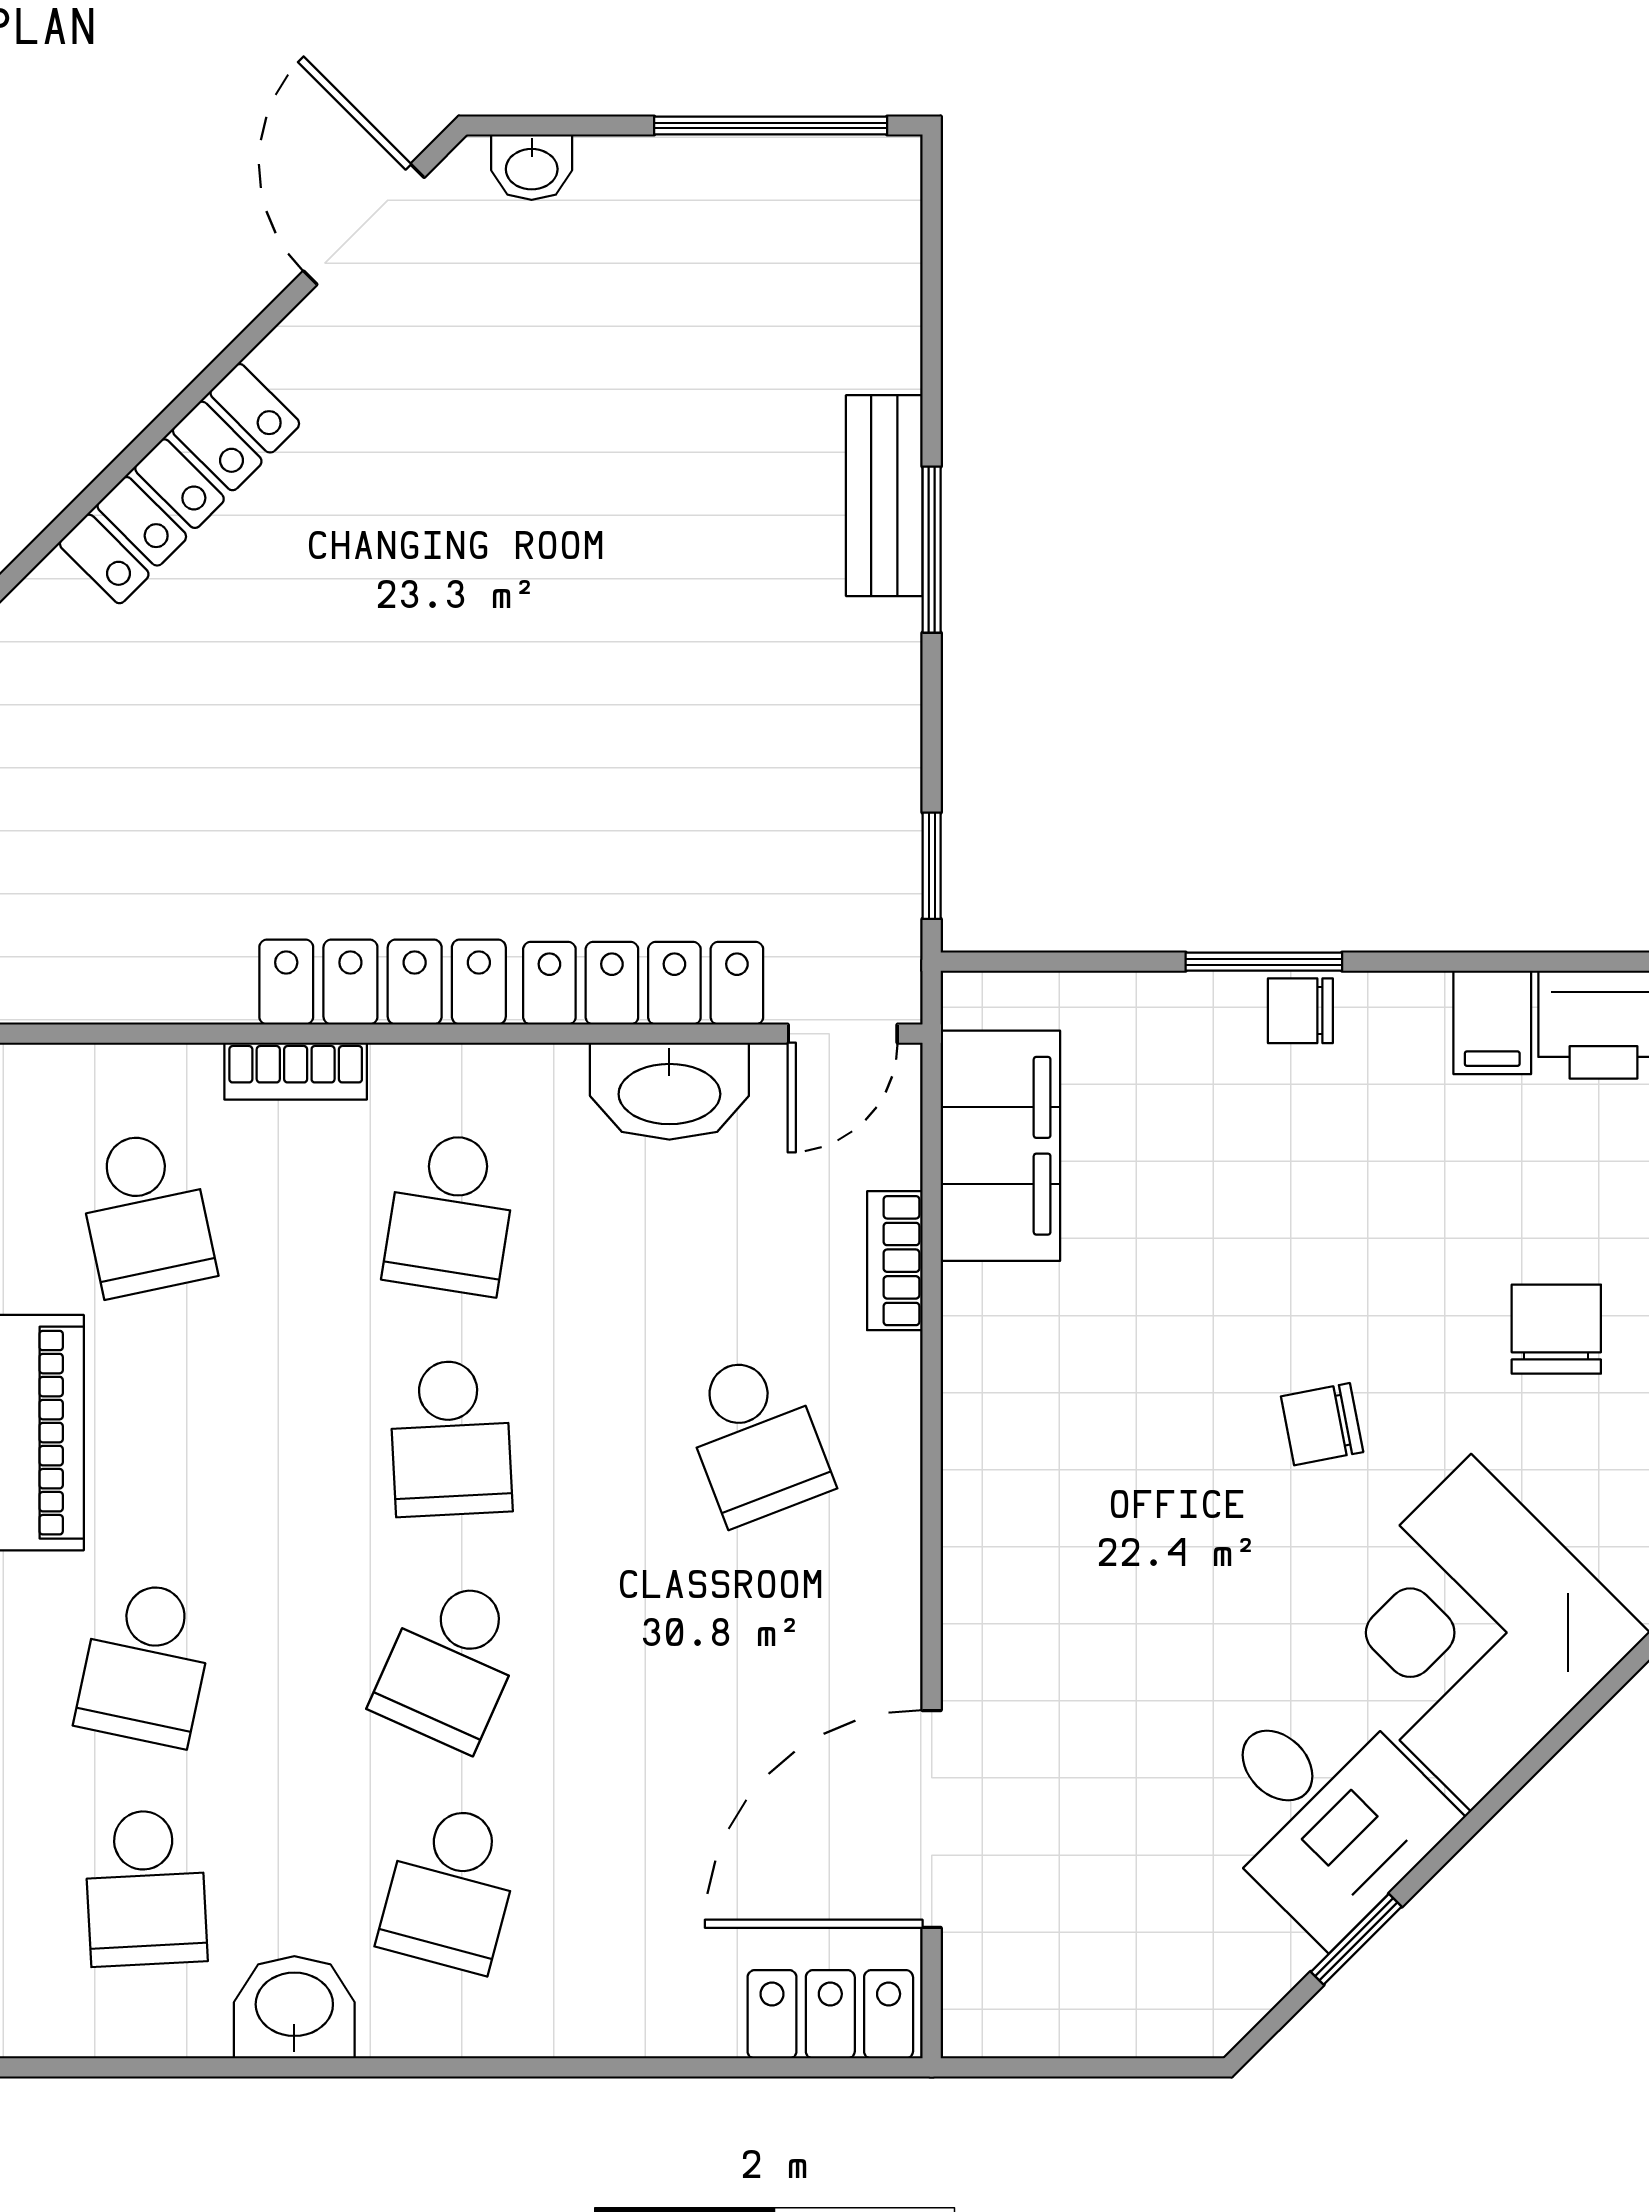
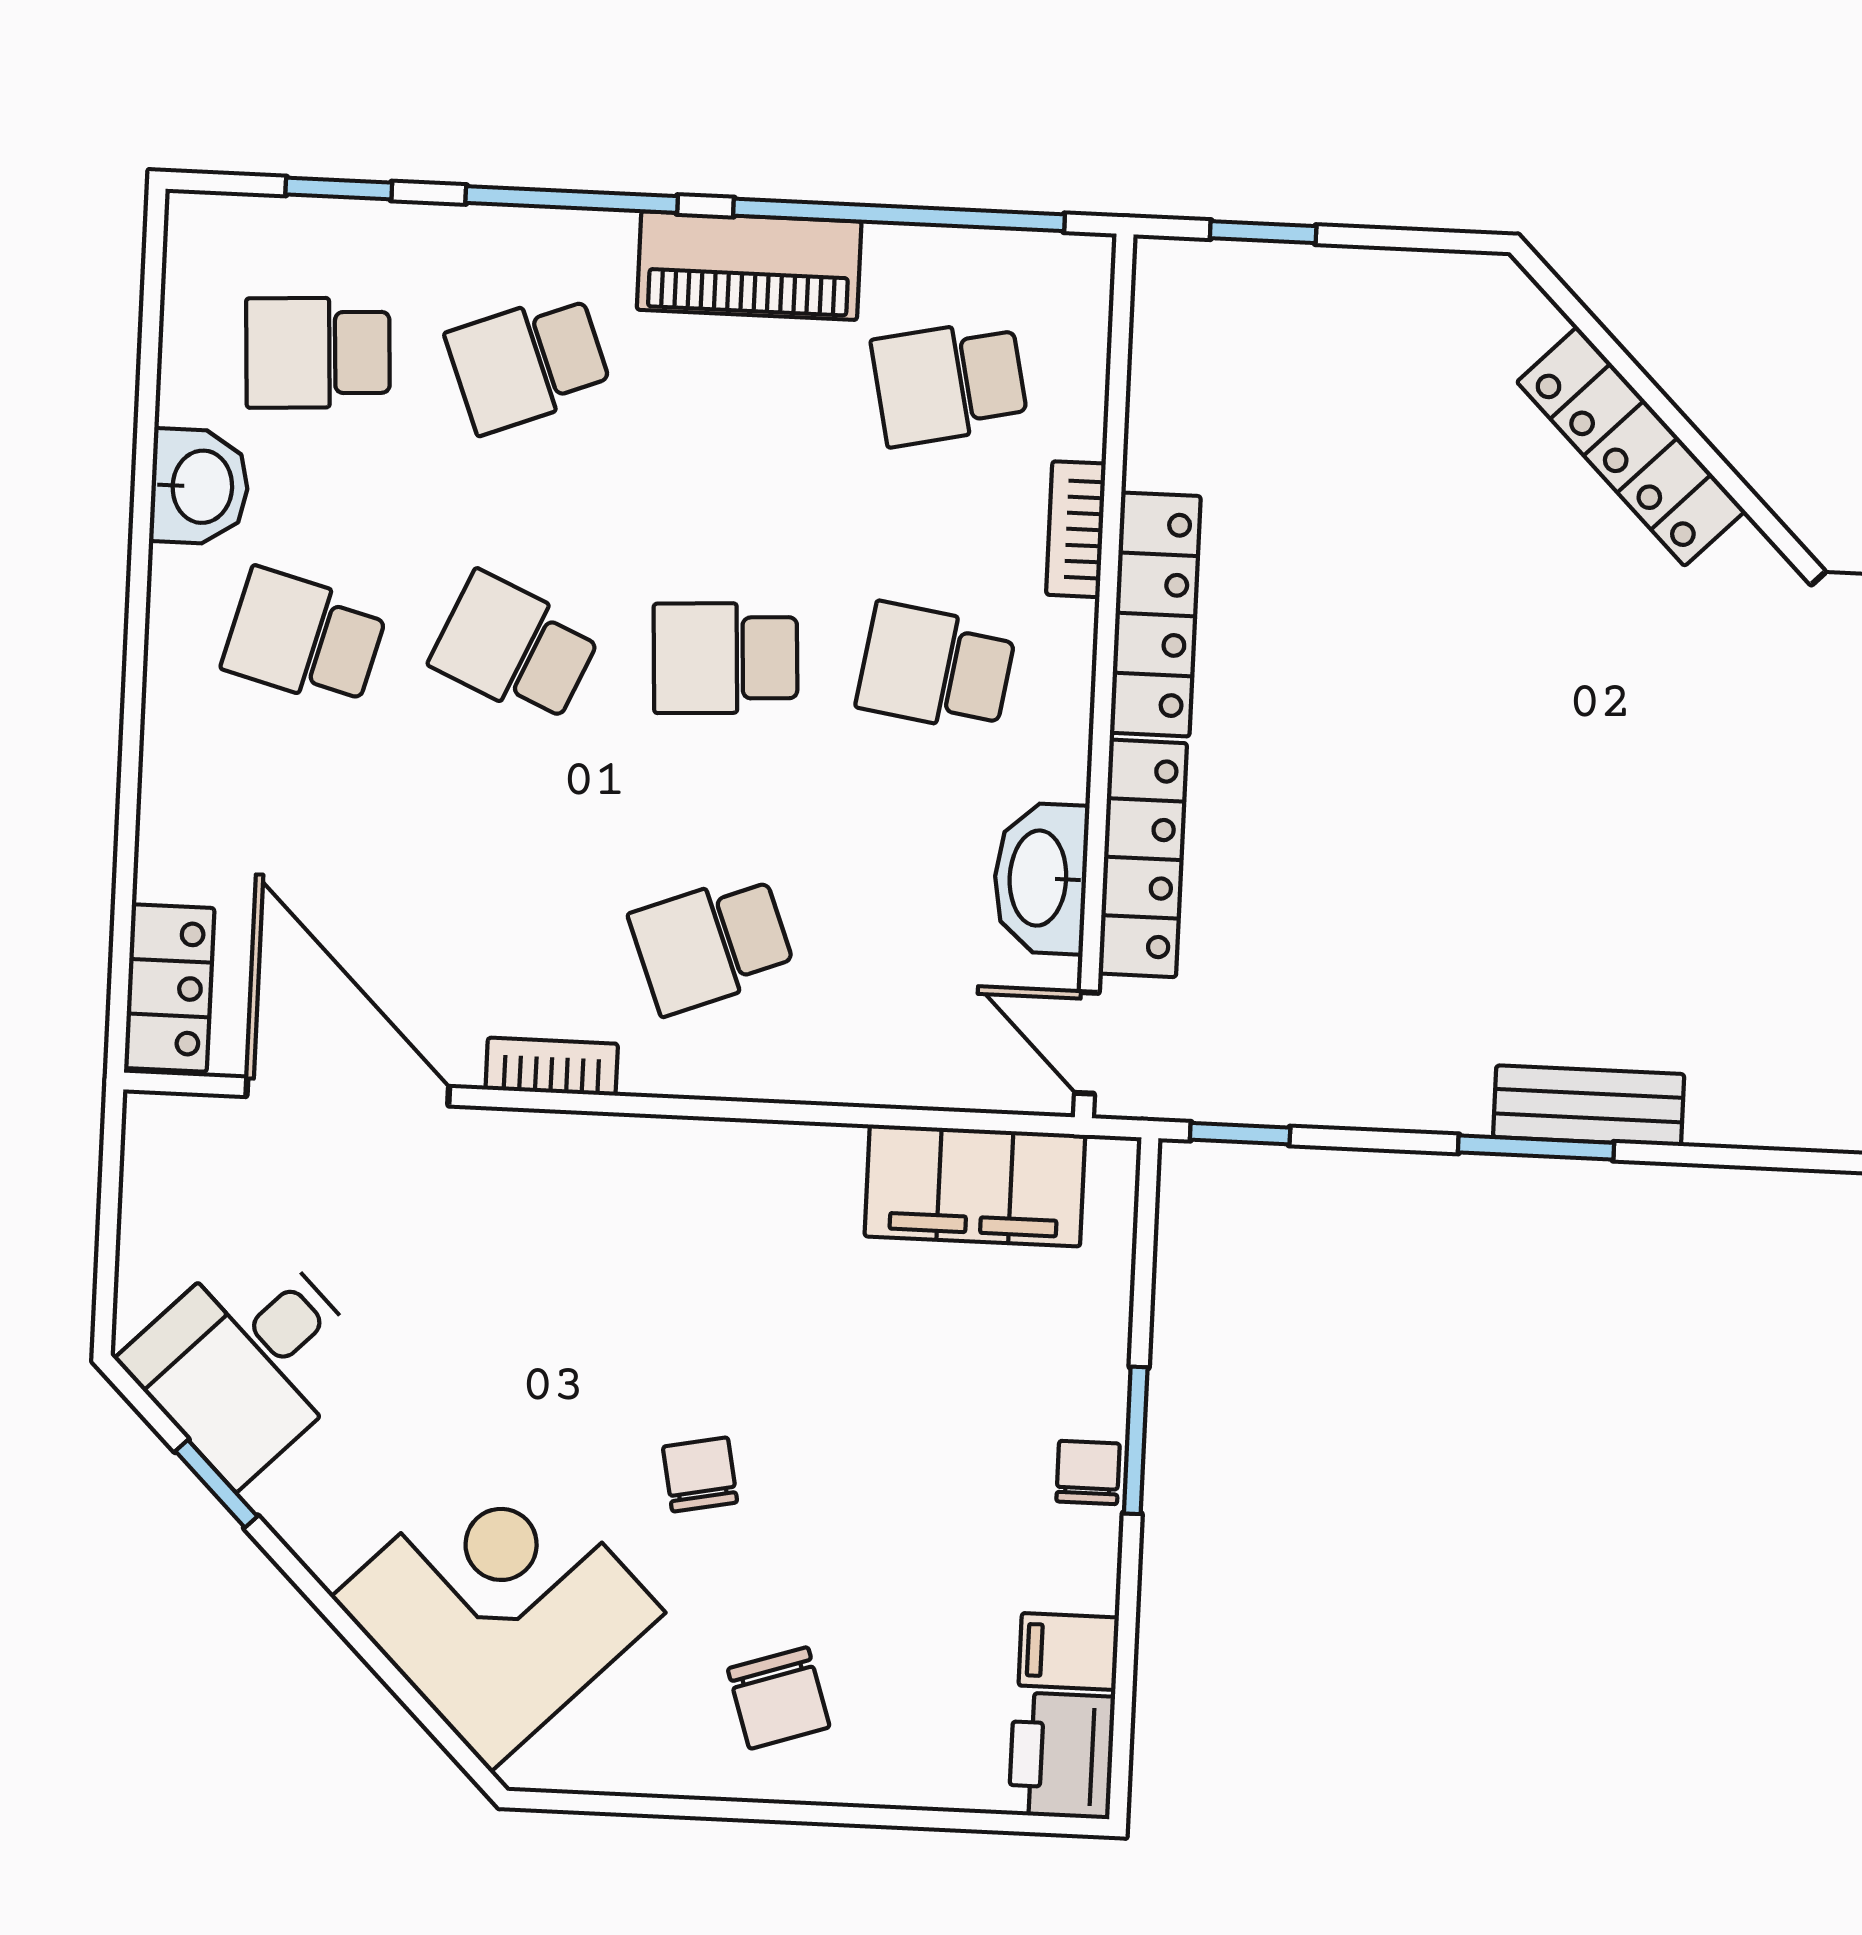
bookcase: (895, 1261) -> (552, 1067), moved
chair: (1556, 1329) -> (779, 1698), turned 72
school desk: (146, 1663) -> (528, 363), turned -33
desk: (1323, 1811) -> (248, 1360), moved

